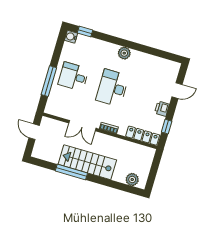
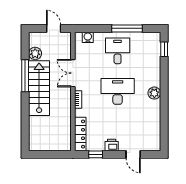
water cooler: (71, 37) -> (88, 37), moved
window: (49, 81) -> (127, 28), moved
door: (34, 132) -> (54, 28), hinge flipped
plant: (132, 180) -> (35, 53), moved

